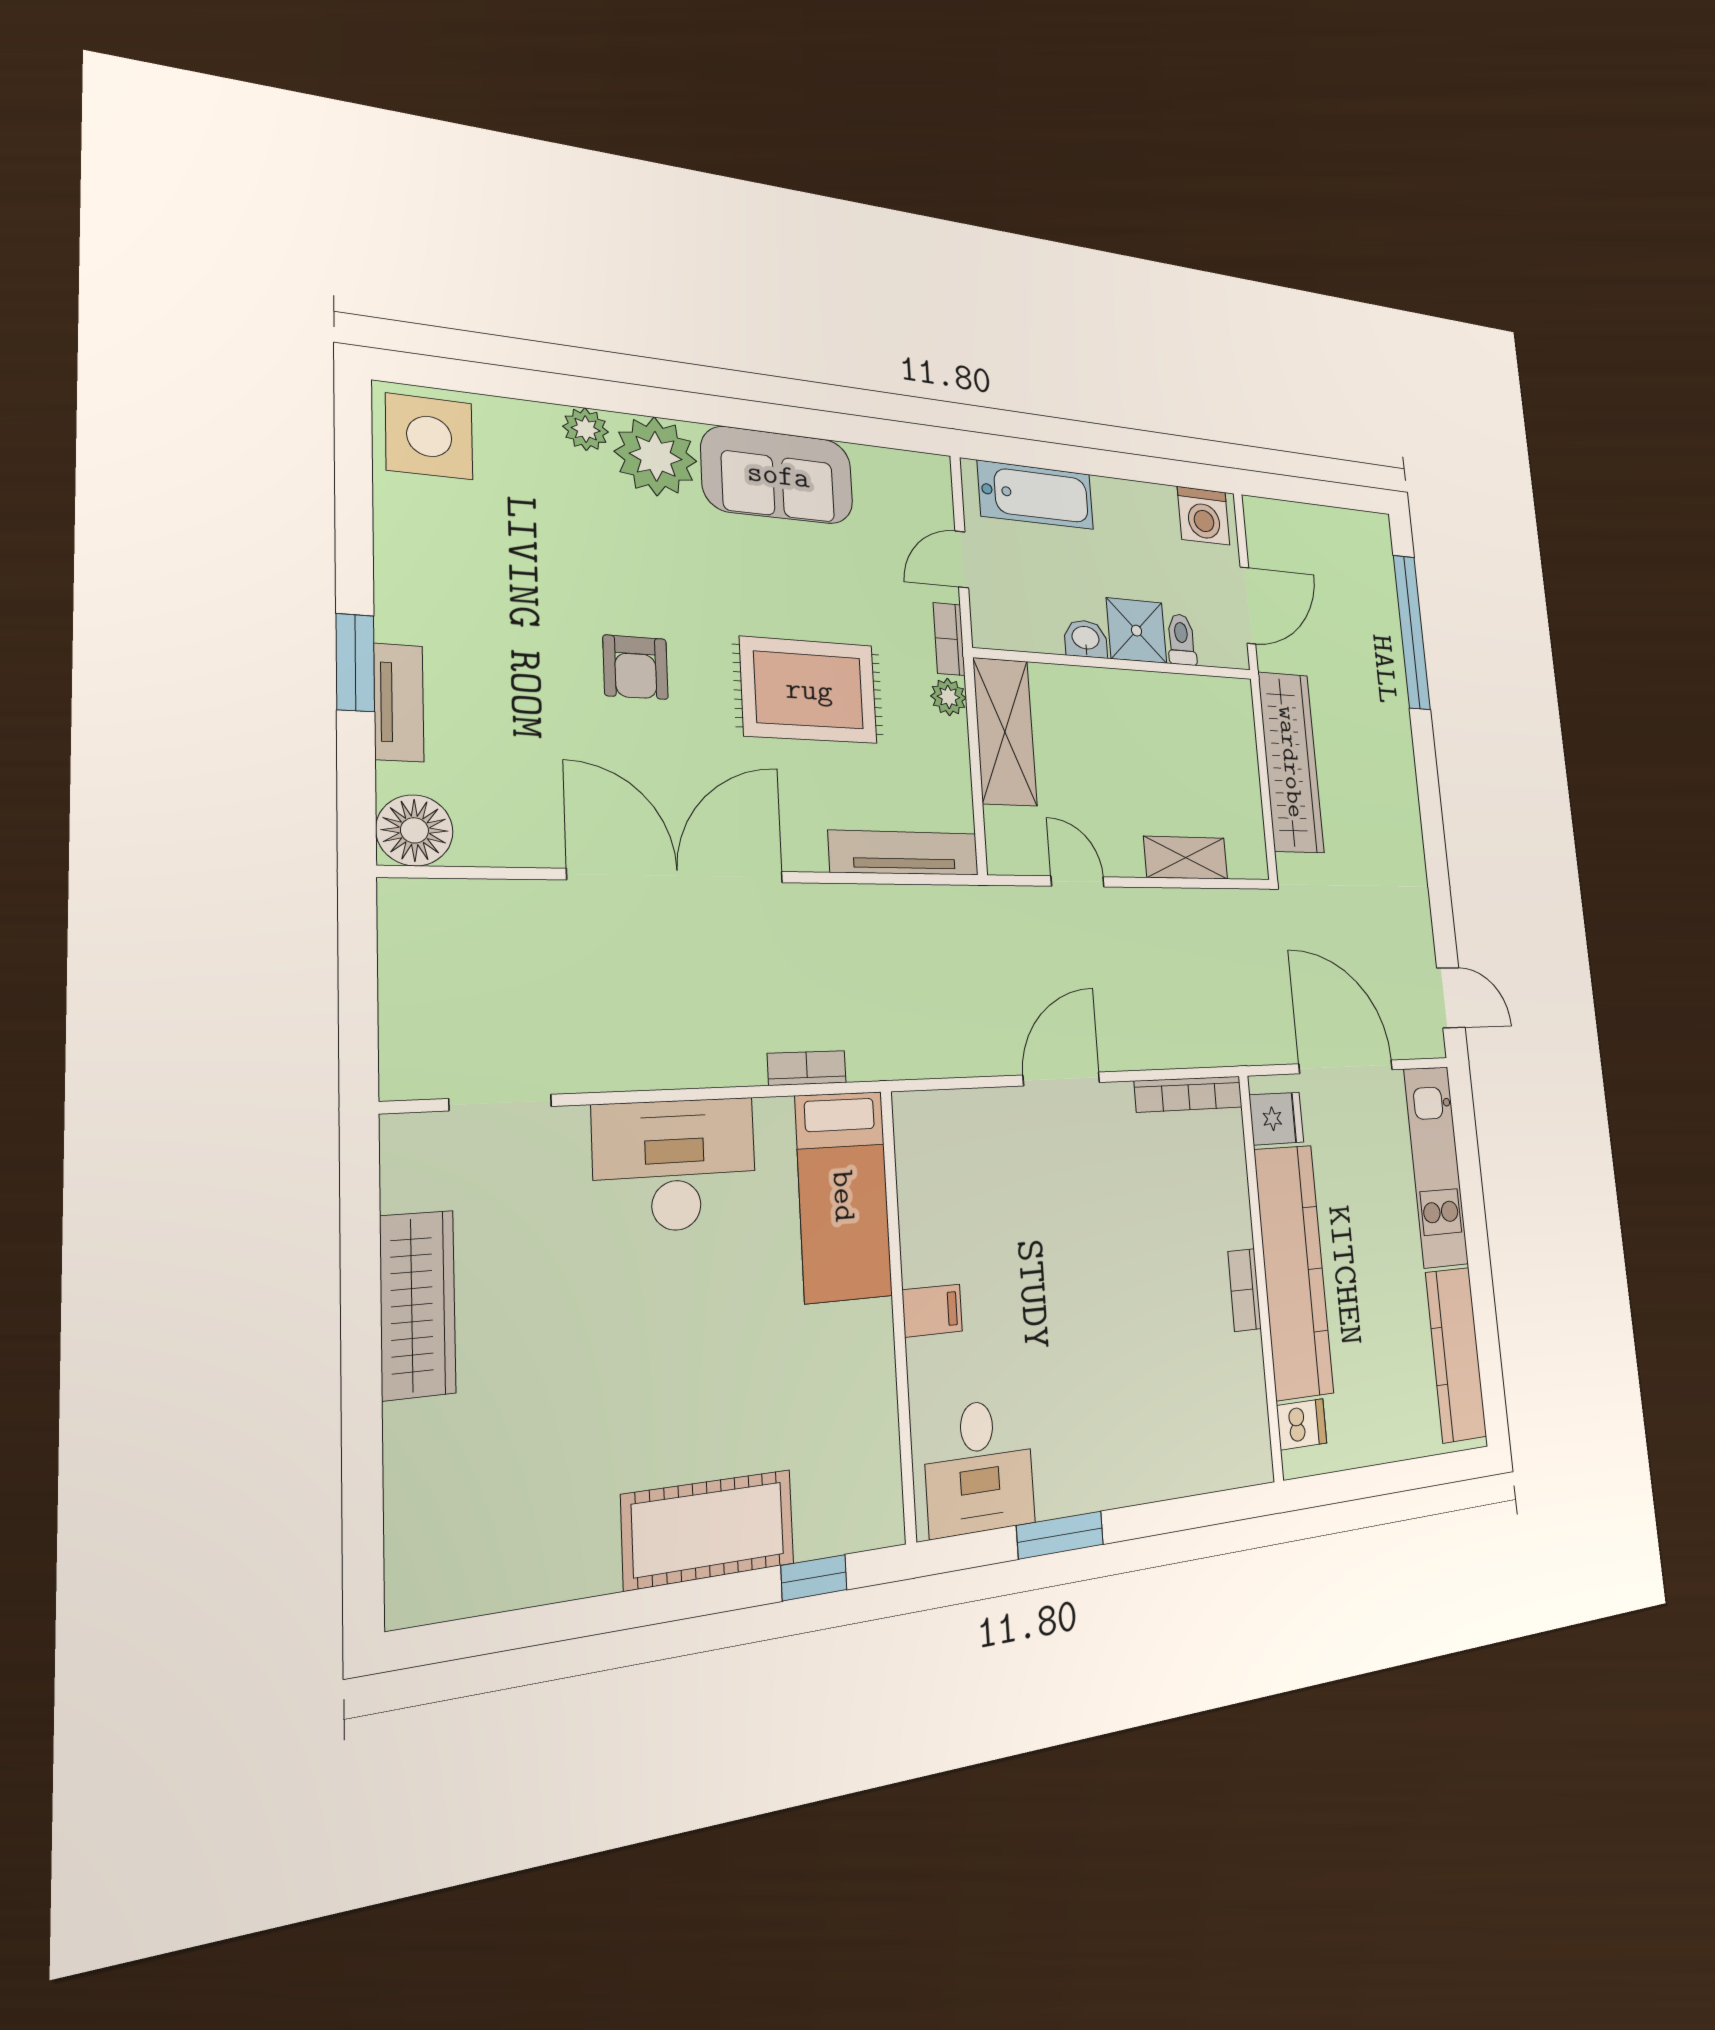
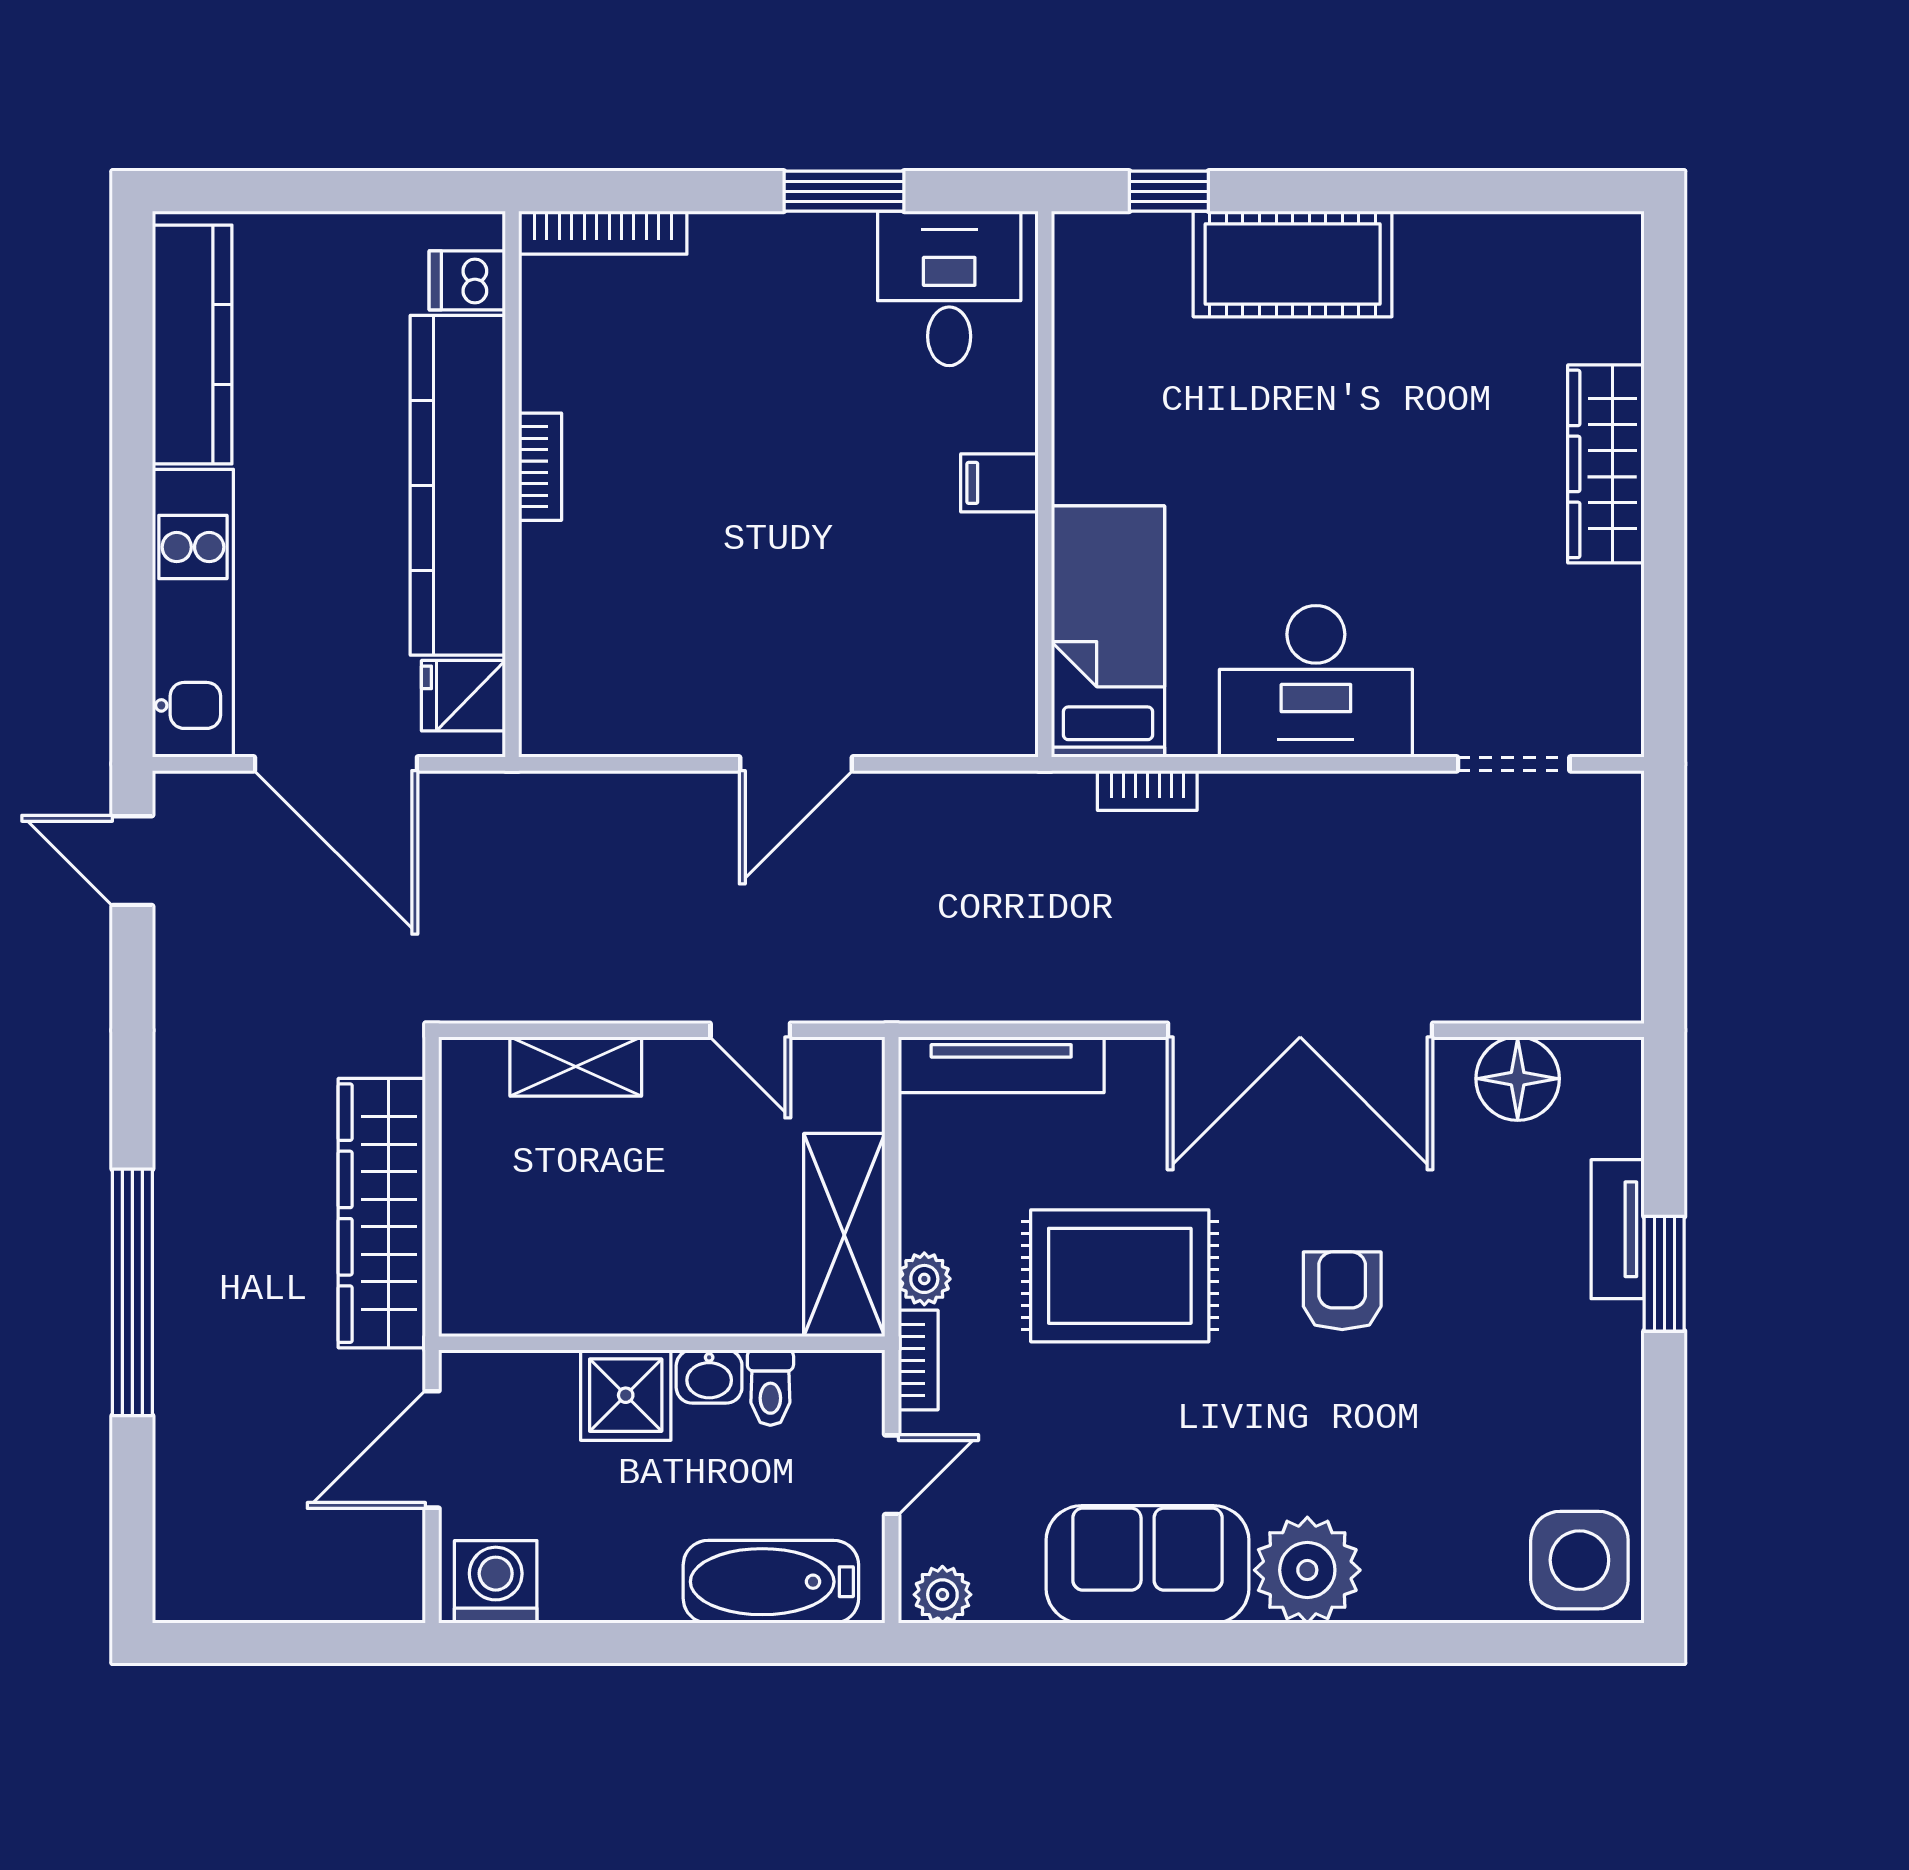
plant: (586, 429) -> (942, 1595), moved
window: (1412, 632) -> (132, 1292), moved
toilet: (1181, 640) -> (770, 1388), moved
floor lamp: (414, 830) -> (1518, 1079), moved
bookcase: (1189, 1094) -> (603, 233), moved, turned 180
wardrobe: (418, 1305) -> (1606, 464), moved

